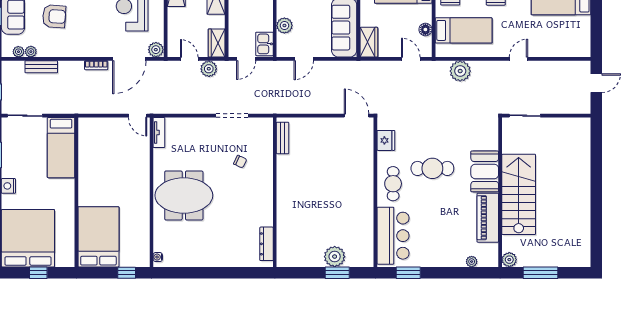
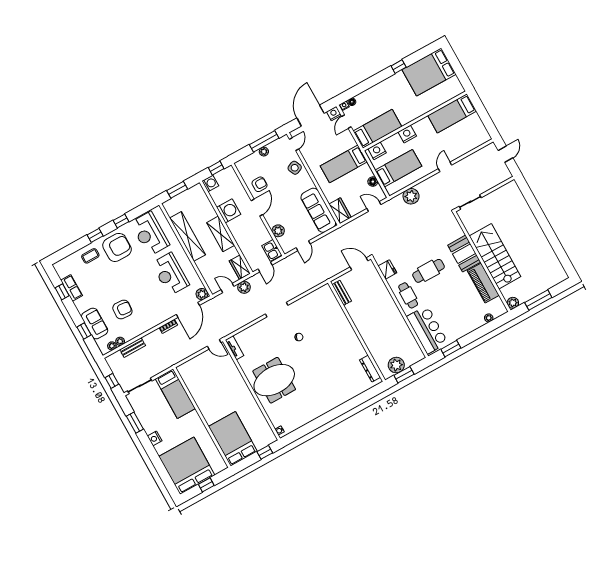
bench: (283, 138) -> (342, 293), moved
wall: (275, 192) -> (356, 331), moved
dresser: (267, 244) -> (370, 369), moved

